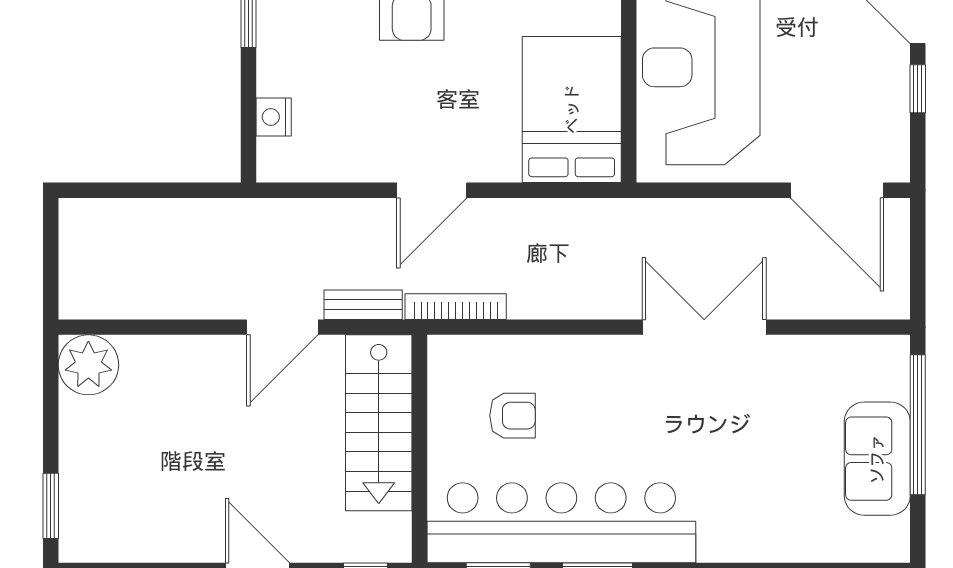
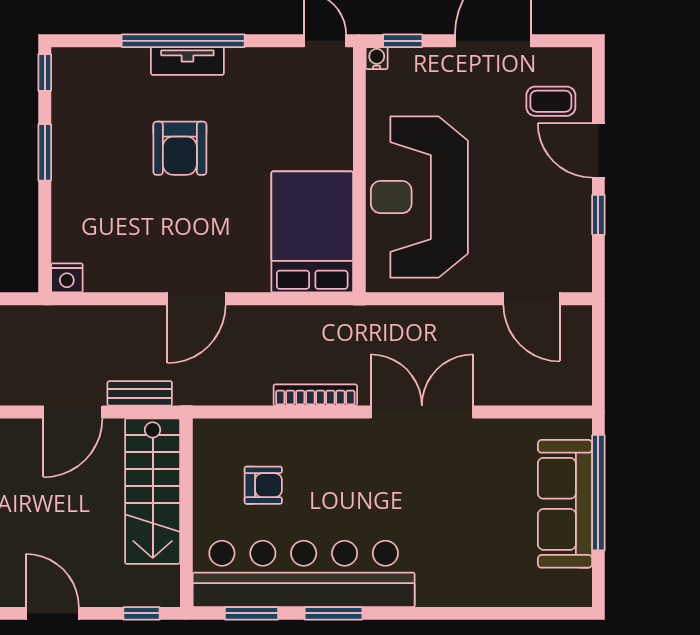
nightstand: (274, 117) -> (67, 278), moved, turned -90
door: (837, 190) -> (532, 299), width x0.73
bookcase: (456, 307) -> (315, 395), moved
sofa: (877, 459) -> (565, 504), width x1.36

